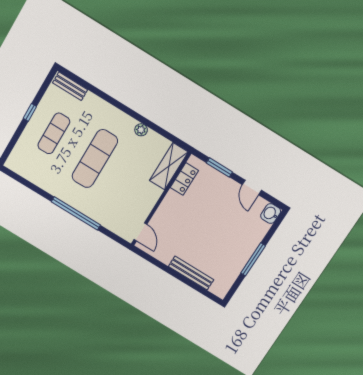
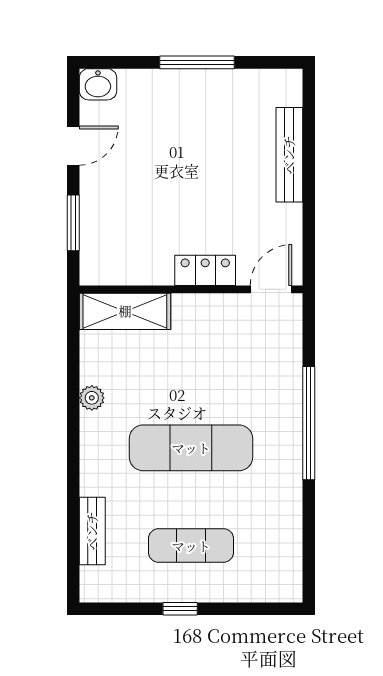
bench: (70, 86) -> (92, 531), moved
locker: (184, 179) -> (205, 270), moved

